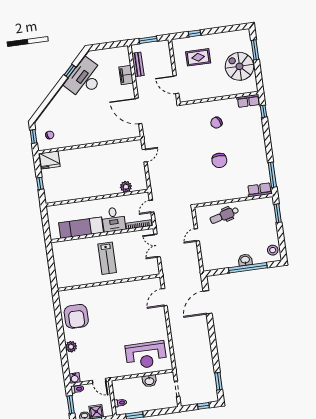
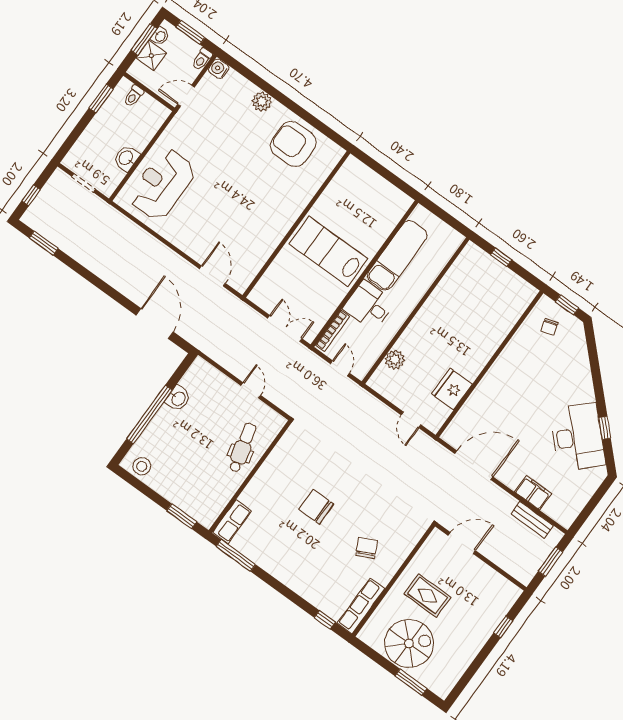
rug: (198, 57) -> (427, 596), moved, turned 90
row of seats: (248, 101) -> (361, 606), width x1.48
fridge: (50, 160) -> (452, 389), moved
lab bench: (107, 258) -> (328, 251), width x1.36, depth x1.39
washbasin: (245, 260) -> (178, 399), moved

